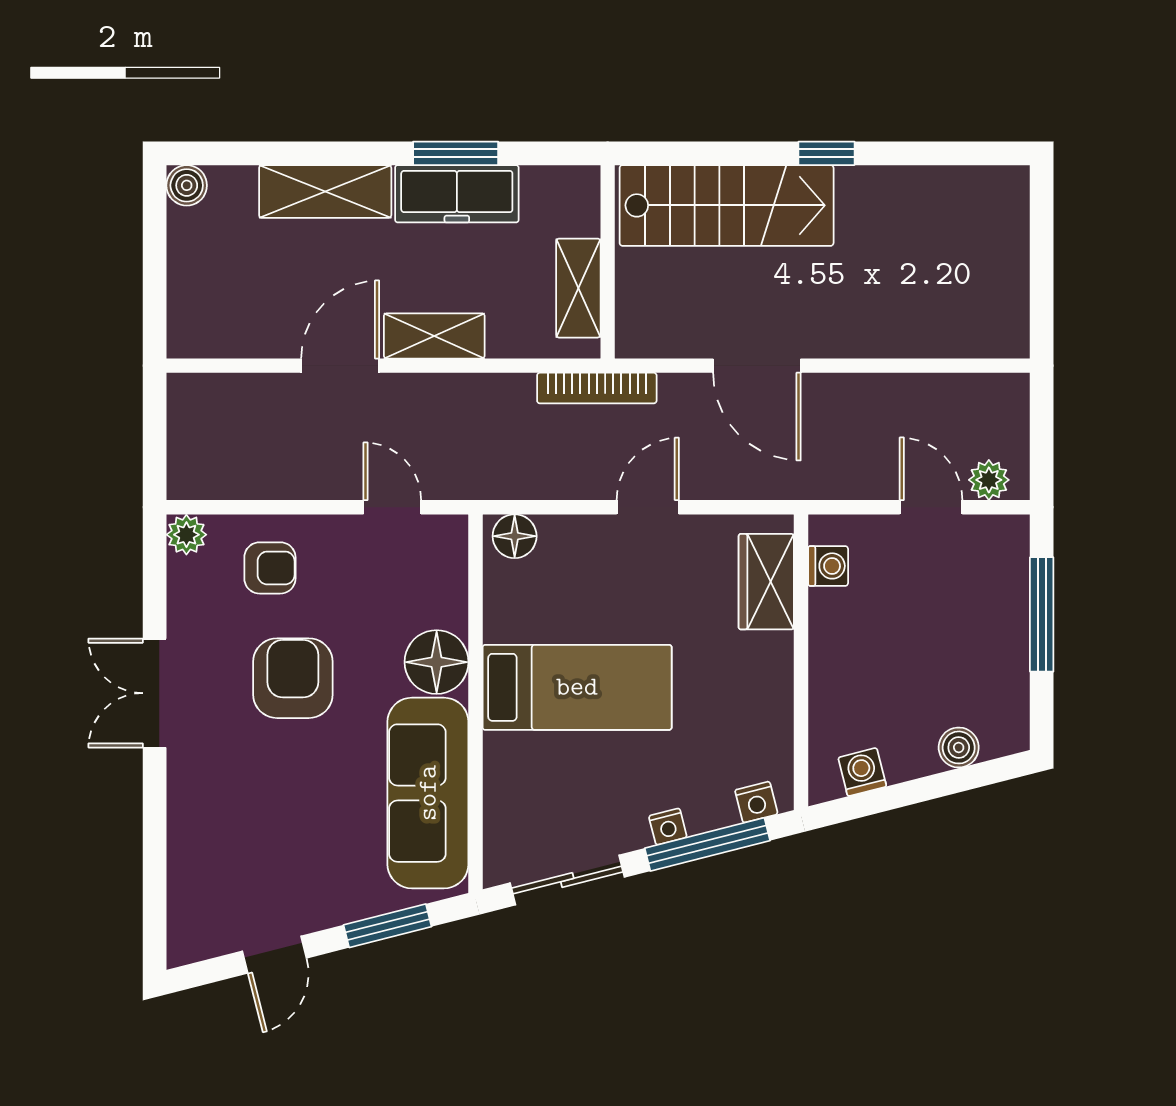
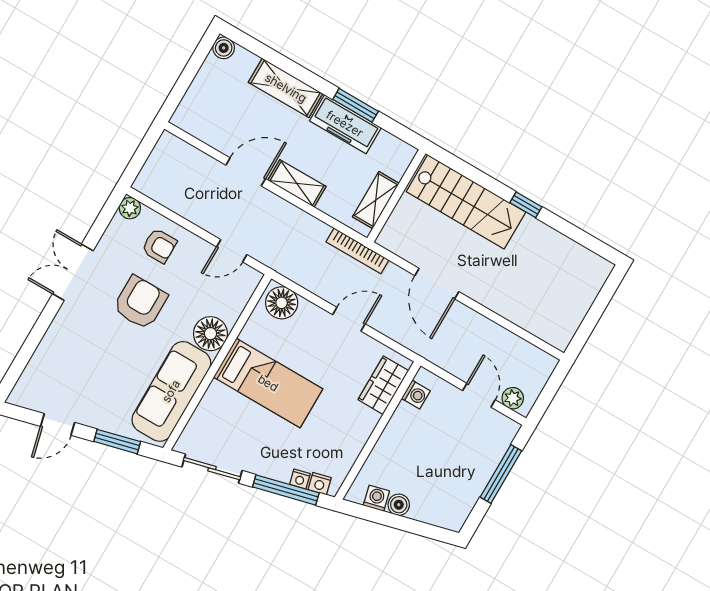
door: (392, 507) -> (232, 251), swing flipped
floor lamp: (515, 536) -> (282, 303), width x1.38, depth x1.38
boiler: (959, 747) -> (399, 505), moved
nightstand: (668, 827) -> (300, 479), moved

